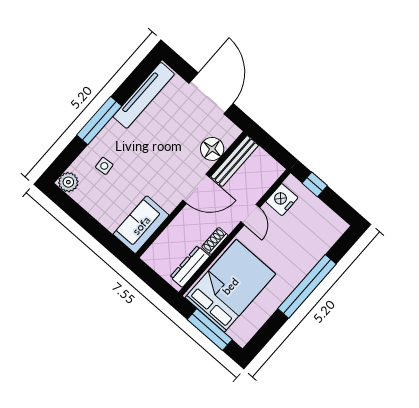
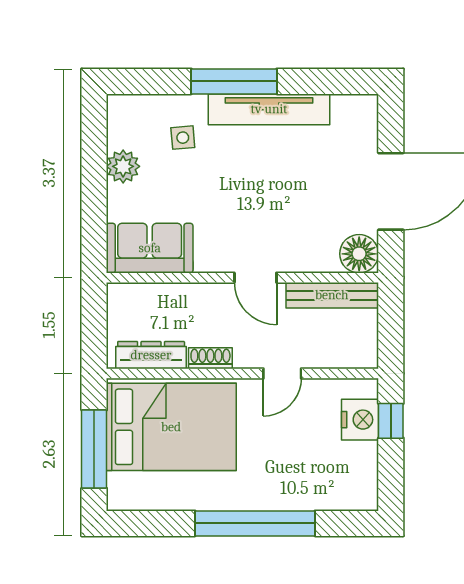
tv unit: (144, 95) -> (269, 109), moved
floor lamp: (212, 149) -> (359, 254), moved
plant: (68, 182) -> (123, 166), moved
door: (196, 189) -> (255, 278), width x0.73
nightstand: (282, 200) -> (360, 420), moved, turned 90

